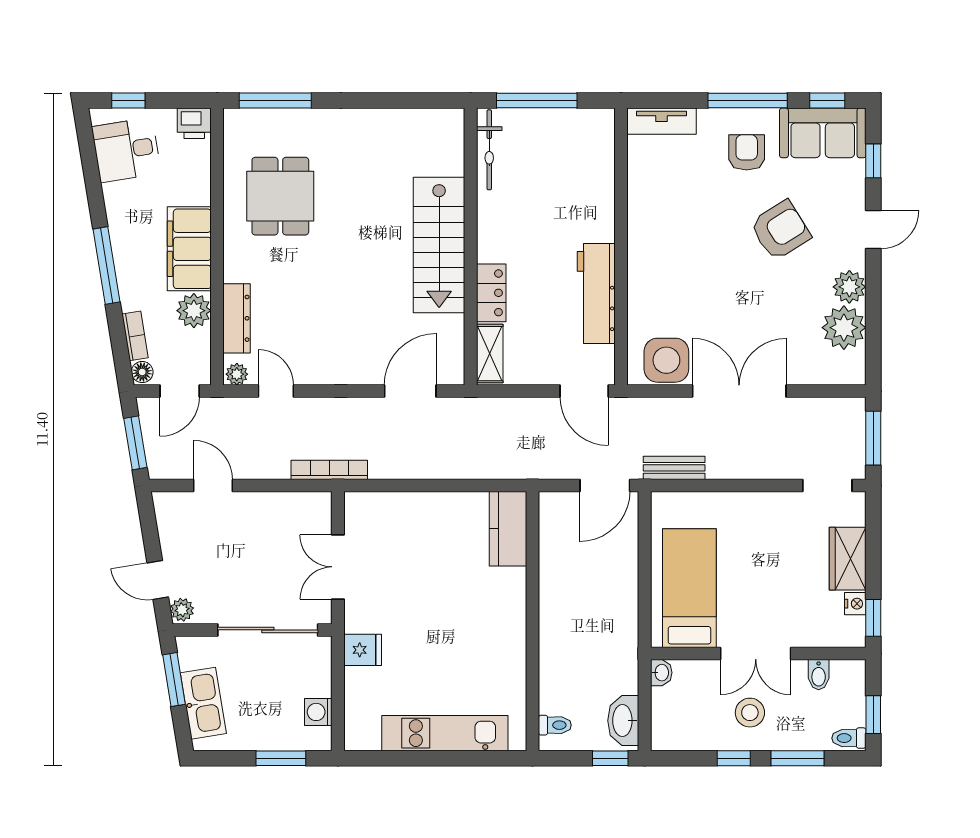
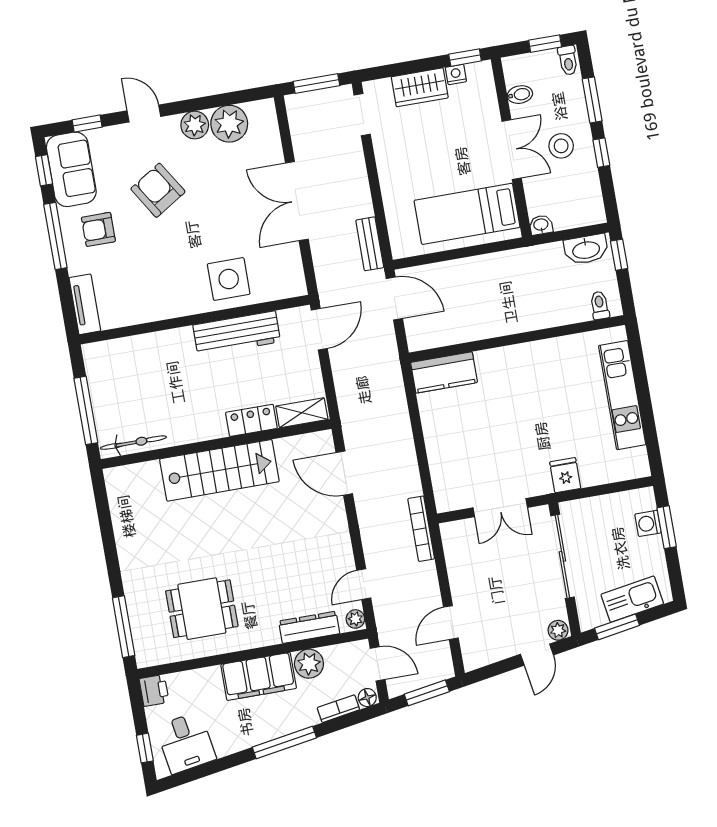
side table: (666, 360) -> (229, 279), moved
washing machine: (318, 712) -> (648, 523), moved, turned 90

